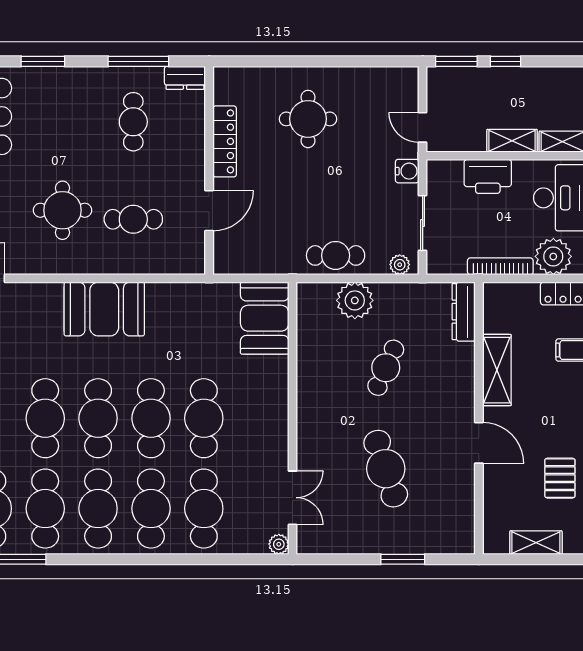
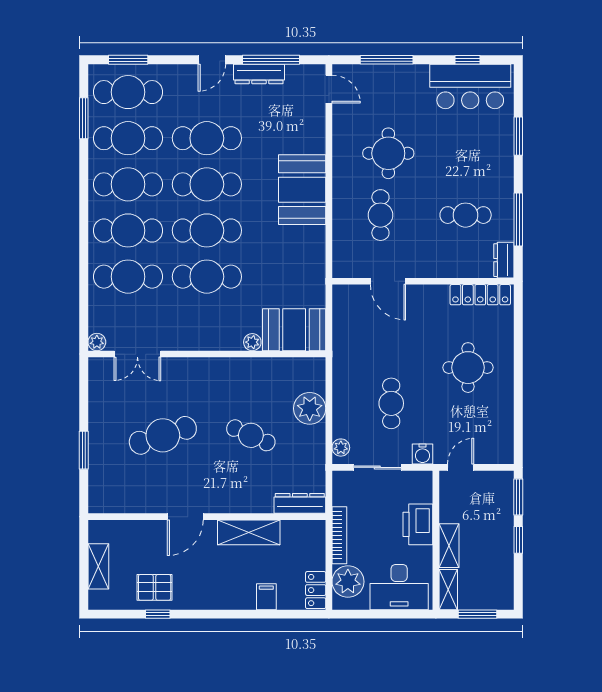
locker: (225, 141) -> (480, 295), moved
cafe table: (336, 255) -> (391, 403), moved
plant: (279, 366) -> (252, 342), added

